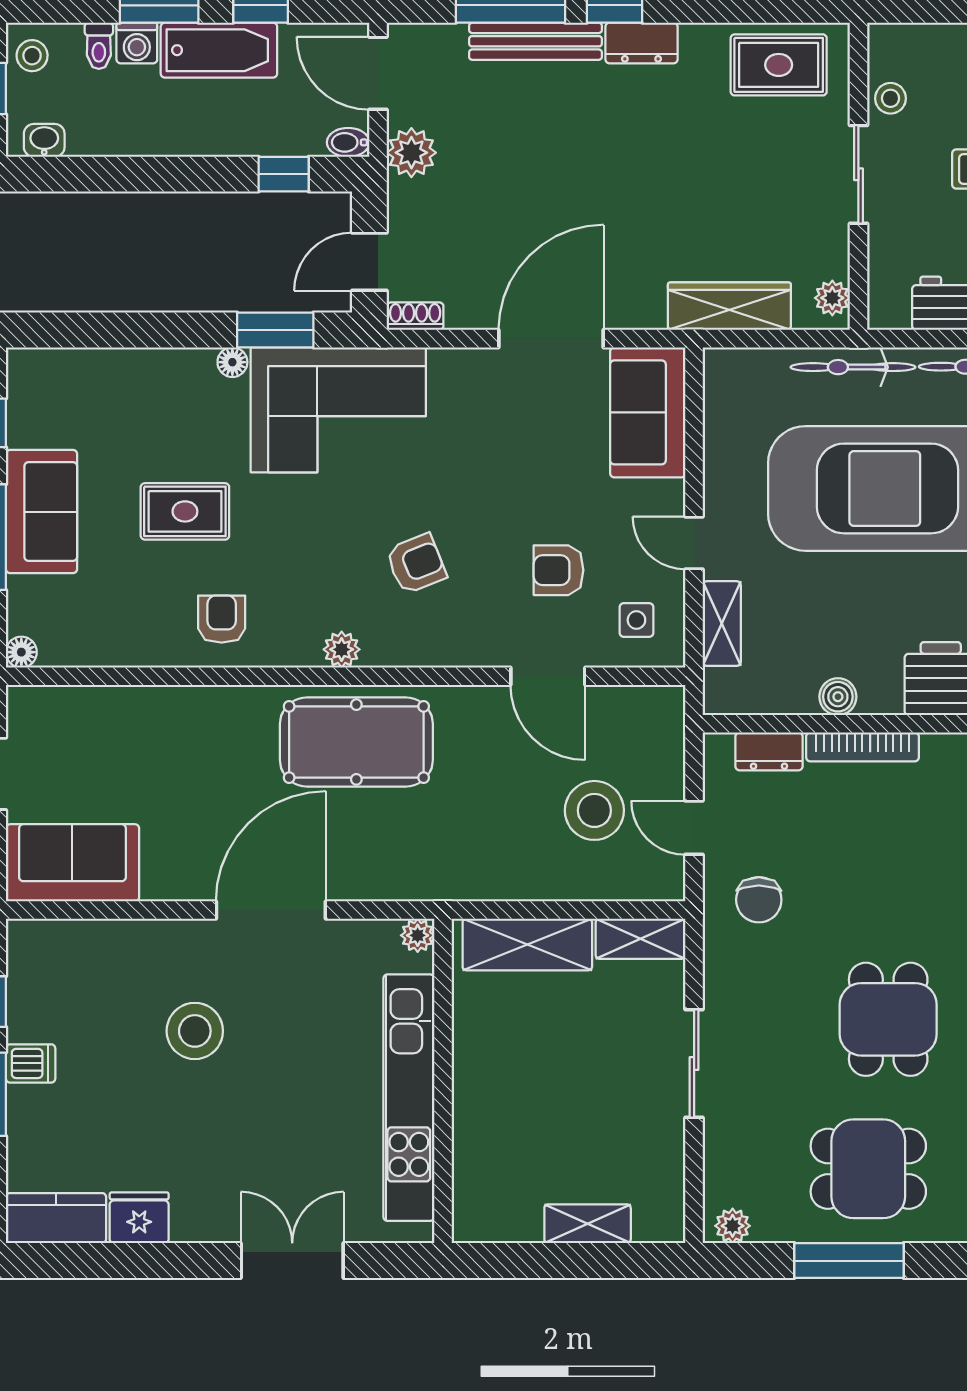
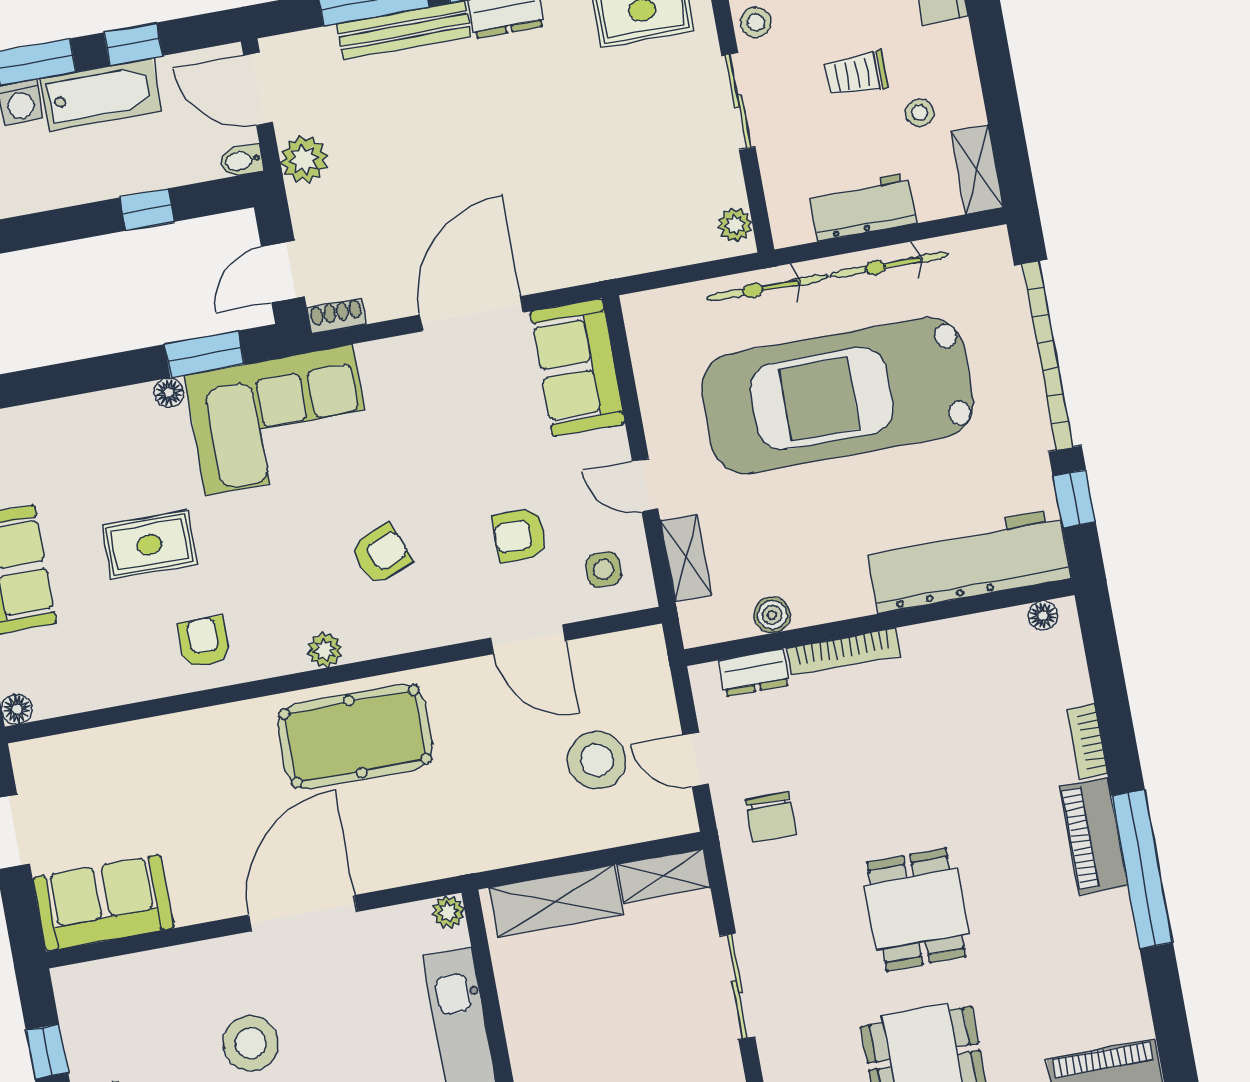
window: (284, 174) -> (147, 210), moved
wardrobe: (729, 306) -> (637, 251), removed
boiler: (838, 697) -> (772, 615), moved

